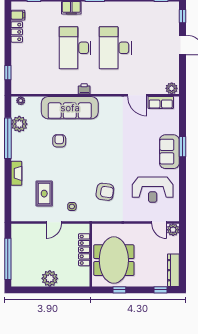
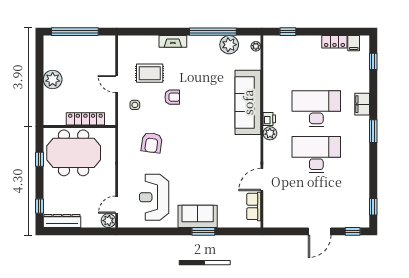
plant: (172, 88) -> (270, 133), moved
armchair: (59, 141) -> (172, 97), moved

